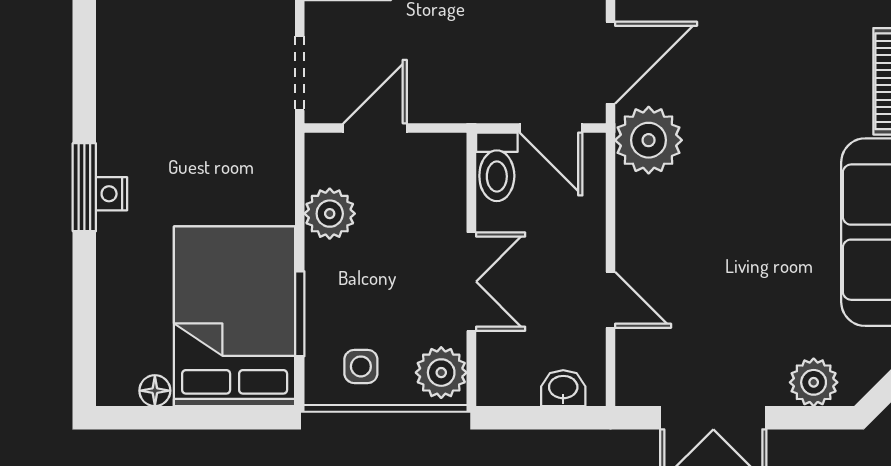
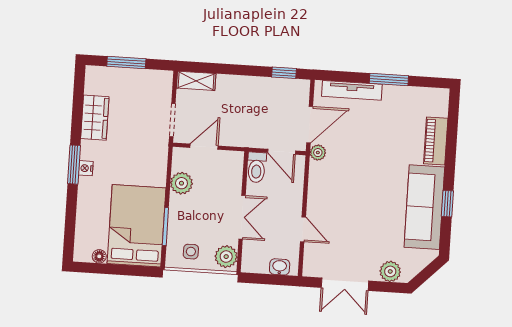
wardrobe: (125, 78) -> (95, 118), added
plant: (649, 140) -> (318, 153), width x0.53, depth x0.53

